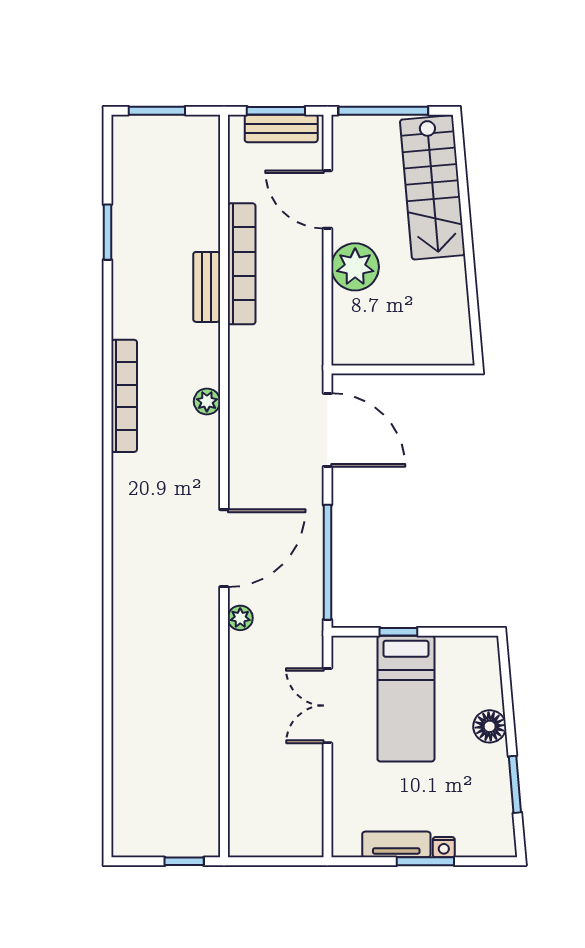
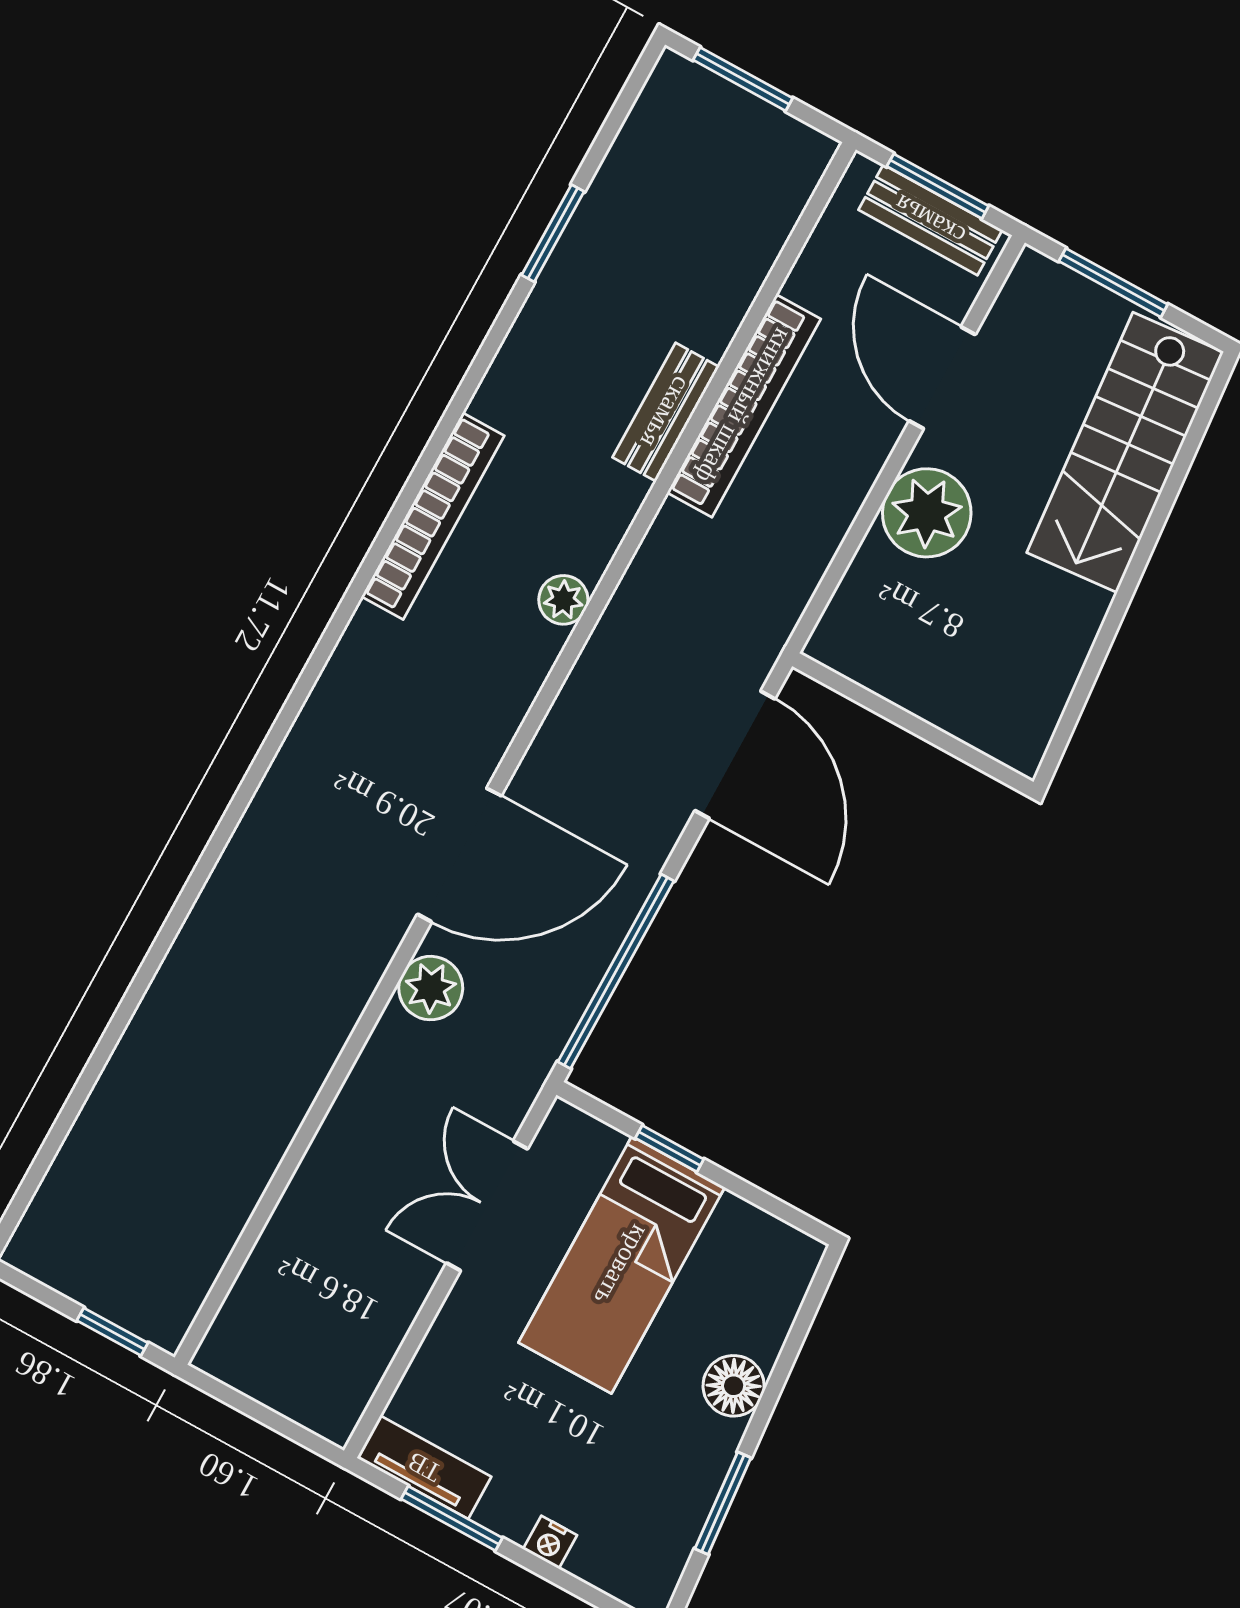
window: (383, 111) -> (1113, 283), width x0.69
plant: (240, 618) -> (431, 988), width x1.38, depth x1.38
tv unit: (396, 844) -> (424, 1467), moved
window: (425, 861) -> (452, 1518), moved

